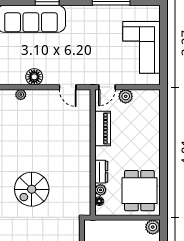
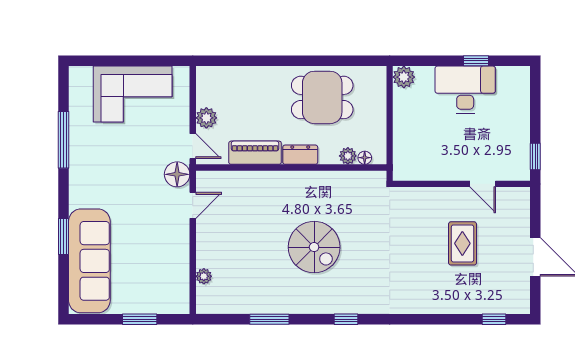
floor lamp: (34, 77) -> (177, 174), moved
dresser: (101, 172) -> (300, 155), moved
spiral stairs: (32, 189) -> (314, 247), moved
dining table: (139, 191) -> (322, 97), moved

